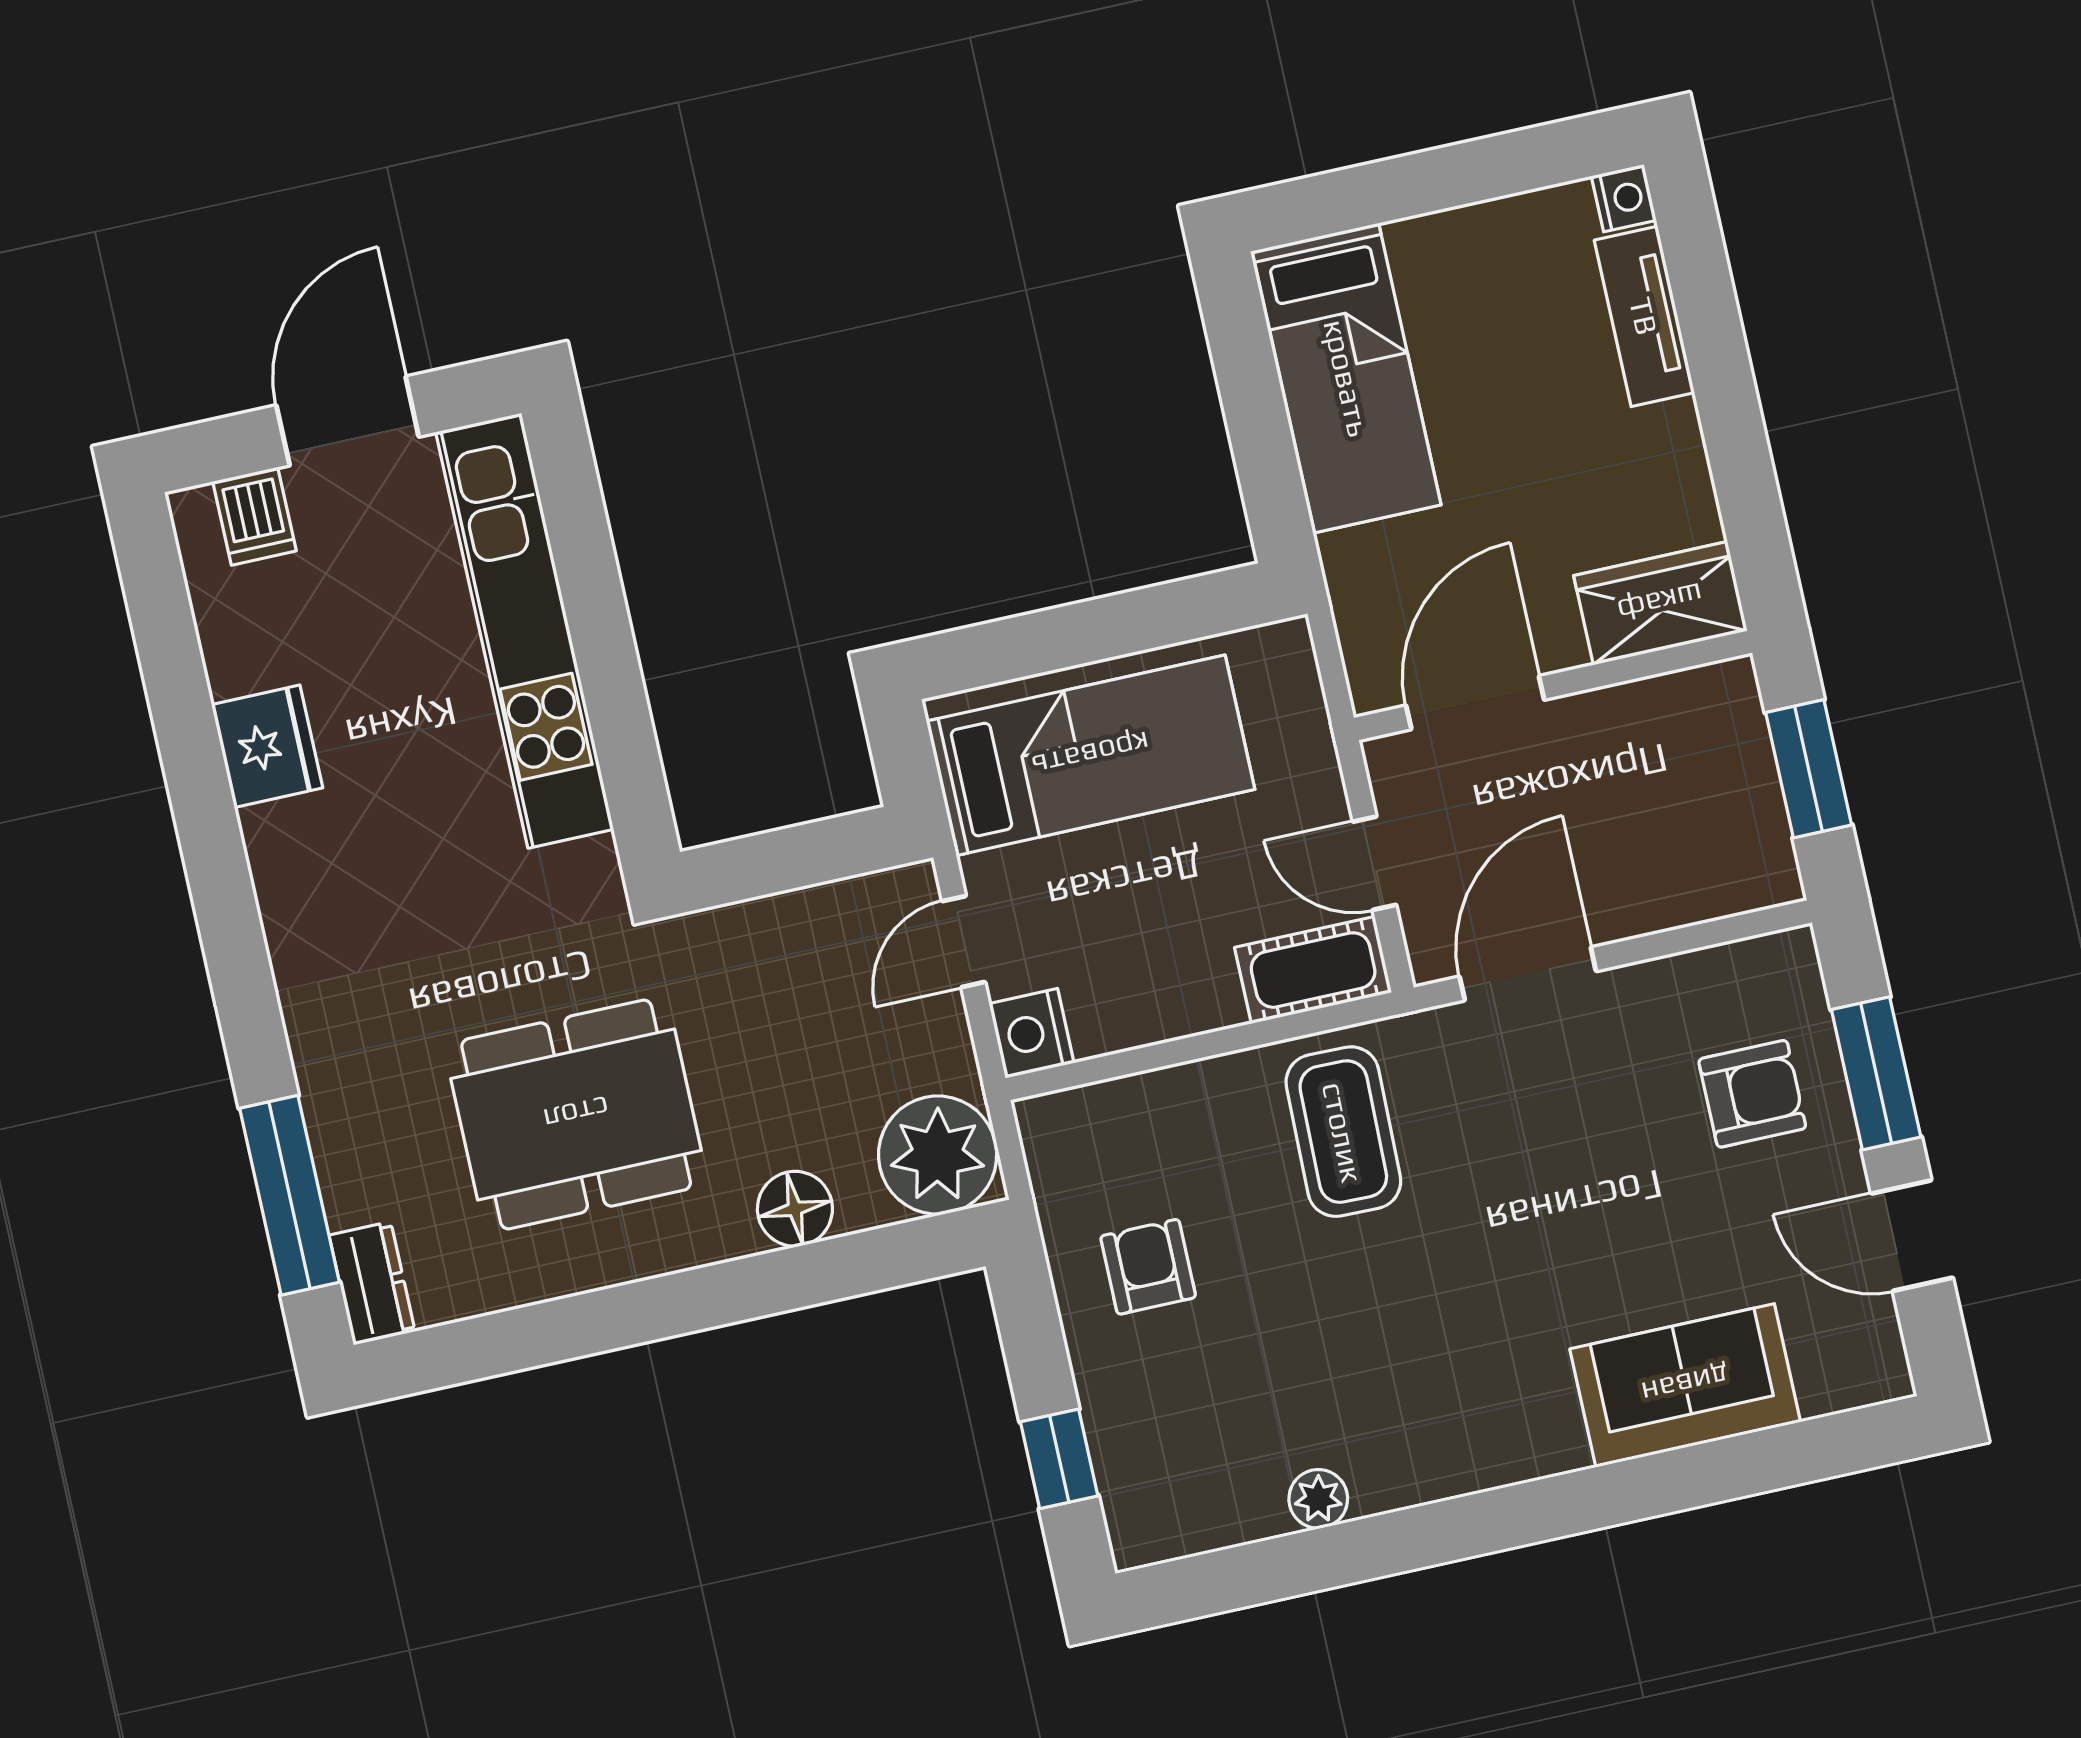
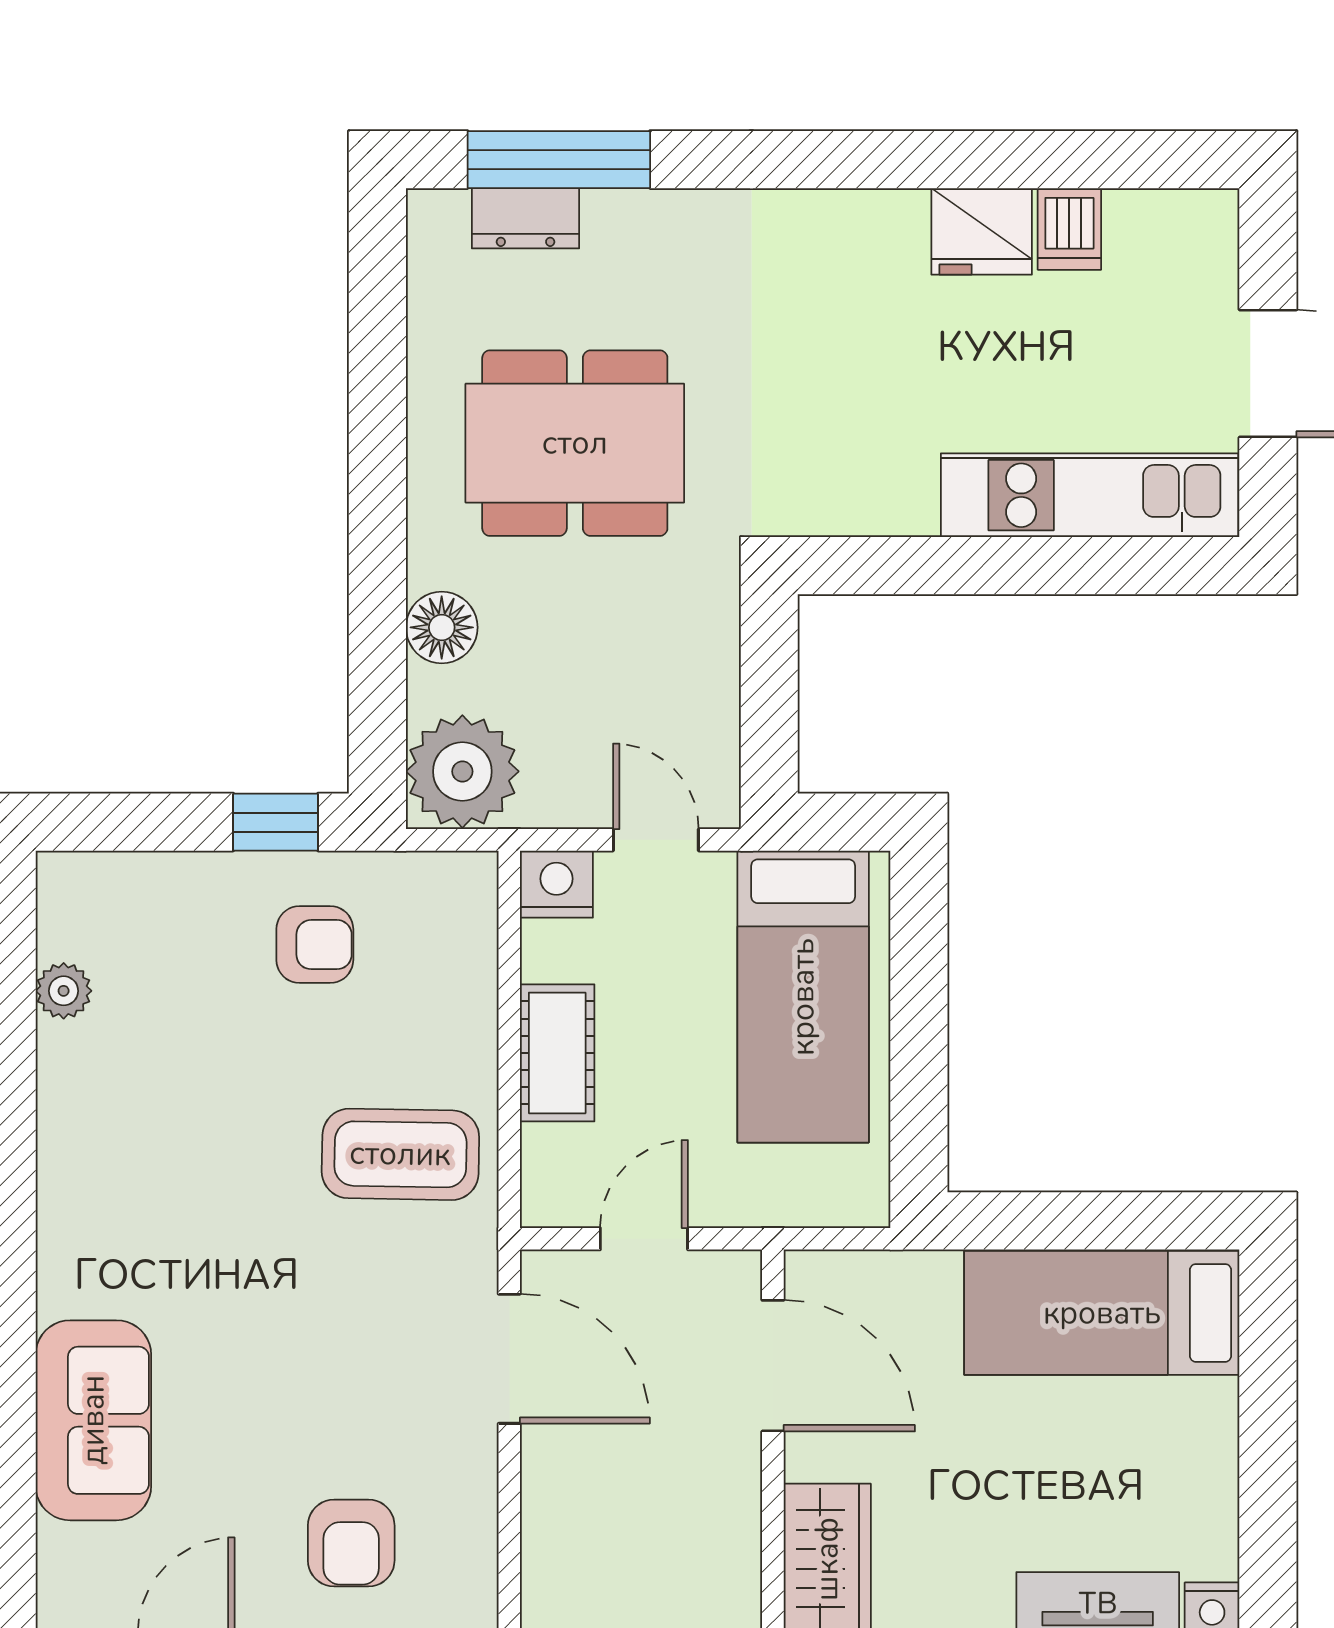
dishwasher: (255, 516) -> (1069, 229), moved, turned -90
kitchen unit: (525, 631) -> (1090, 495), width x0.73
cot: (1313, 970) -> (557, 1053), moved
dining table: (576, 1114) -> (575, 443), turned 90
dresser: (372, 1283) -> (525, 218), moved
window: (1059, 1459) -> (276, 822), moved
plant: (1318, 1499) -> (64, 991), moved

